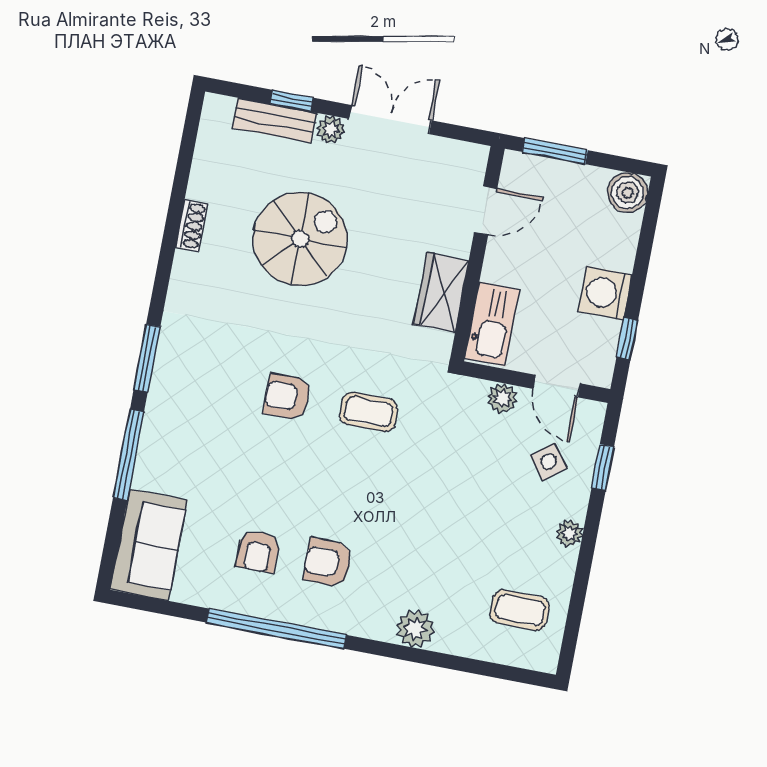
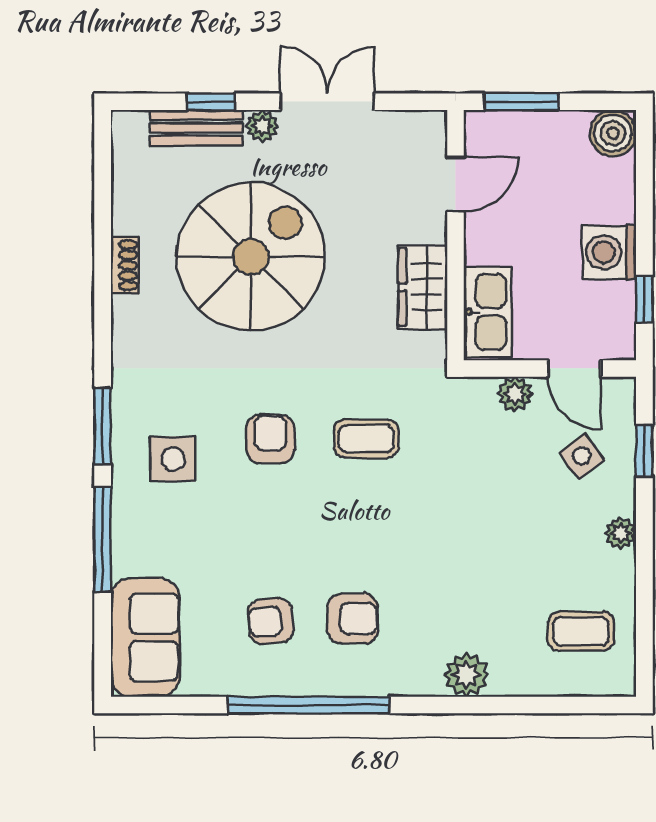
spiral stairs: (300, 239) -> (251, 257), width x1.37, depth x1.37
armchair: (287, 397) -> (270, 439), turned 90
side table: (201, 398) -> (173, 459), added
armchair: (258, 551) -> (271, 621), turned 85
armchair: (328, 562) -> (352, 619), turned 180

